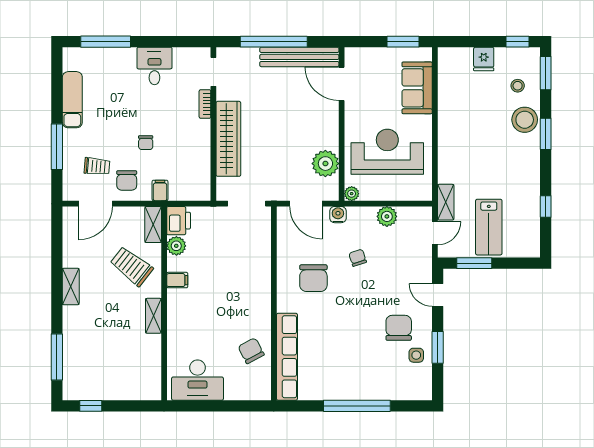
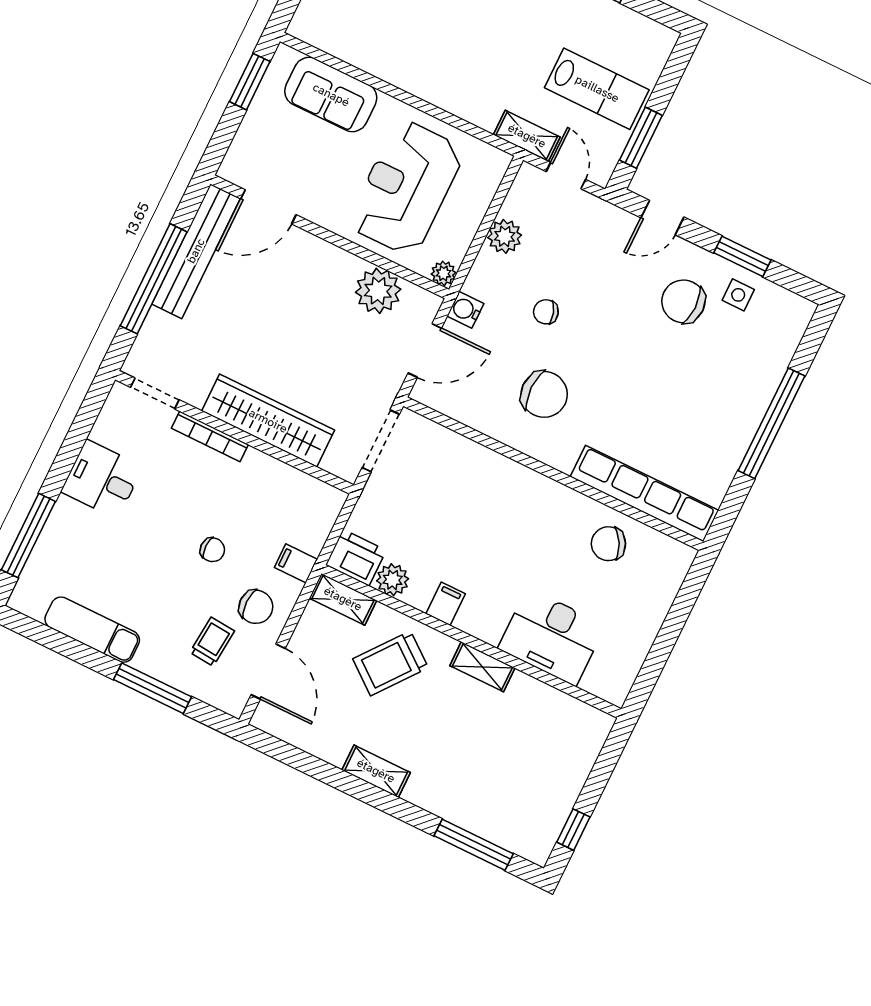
bookcase: (205, 104) -> (210, 436), width x1.56
desk: (198, 380) -> (552, 637), moved, turned 90

